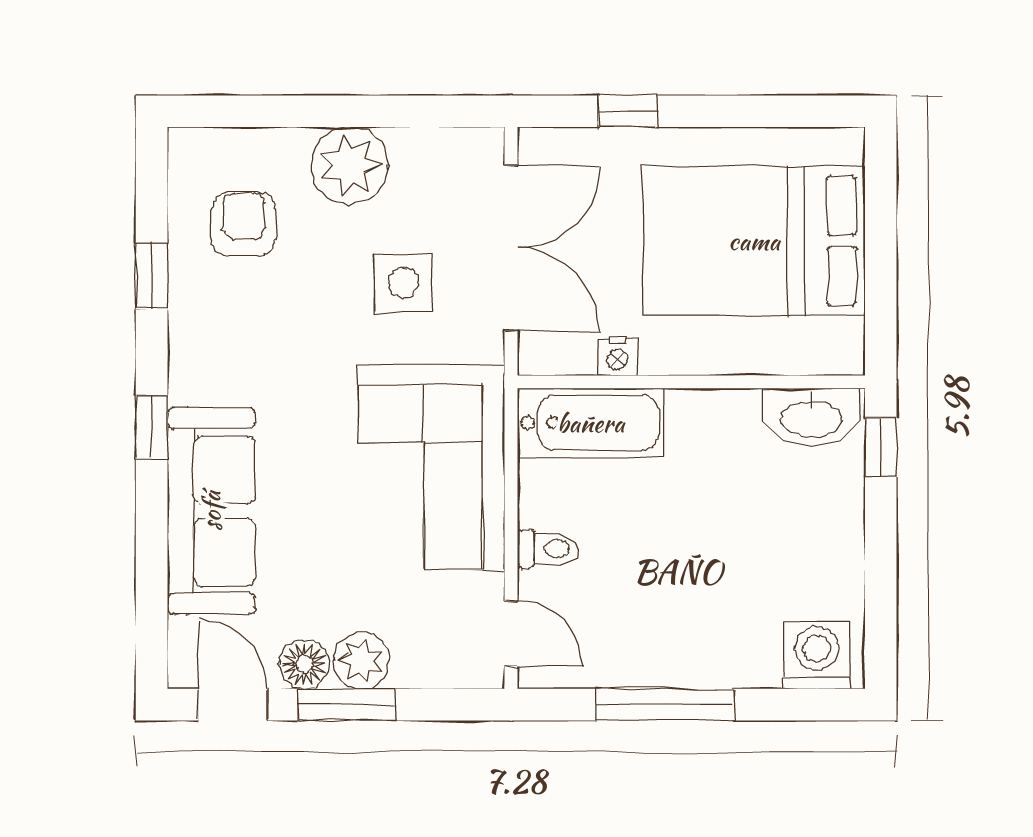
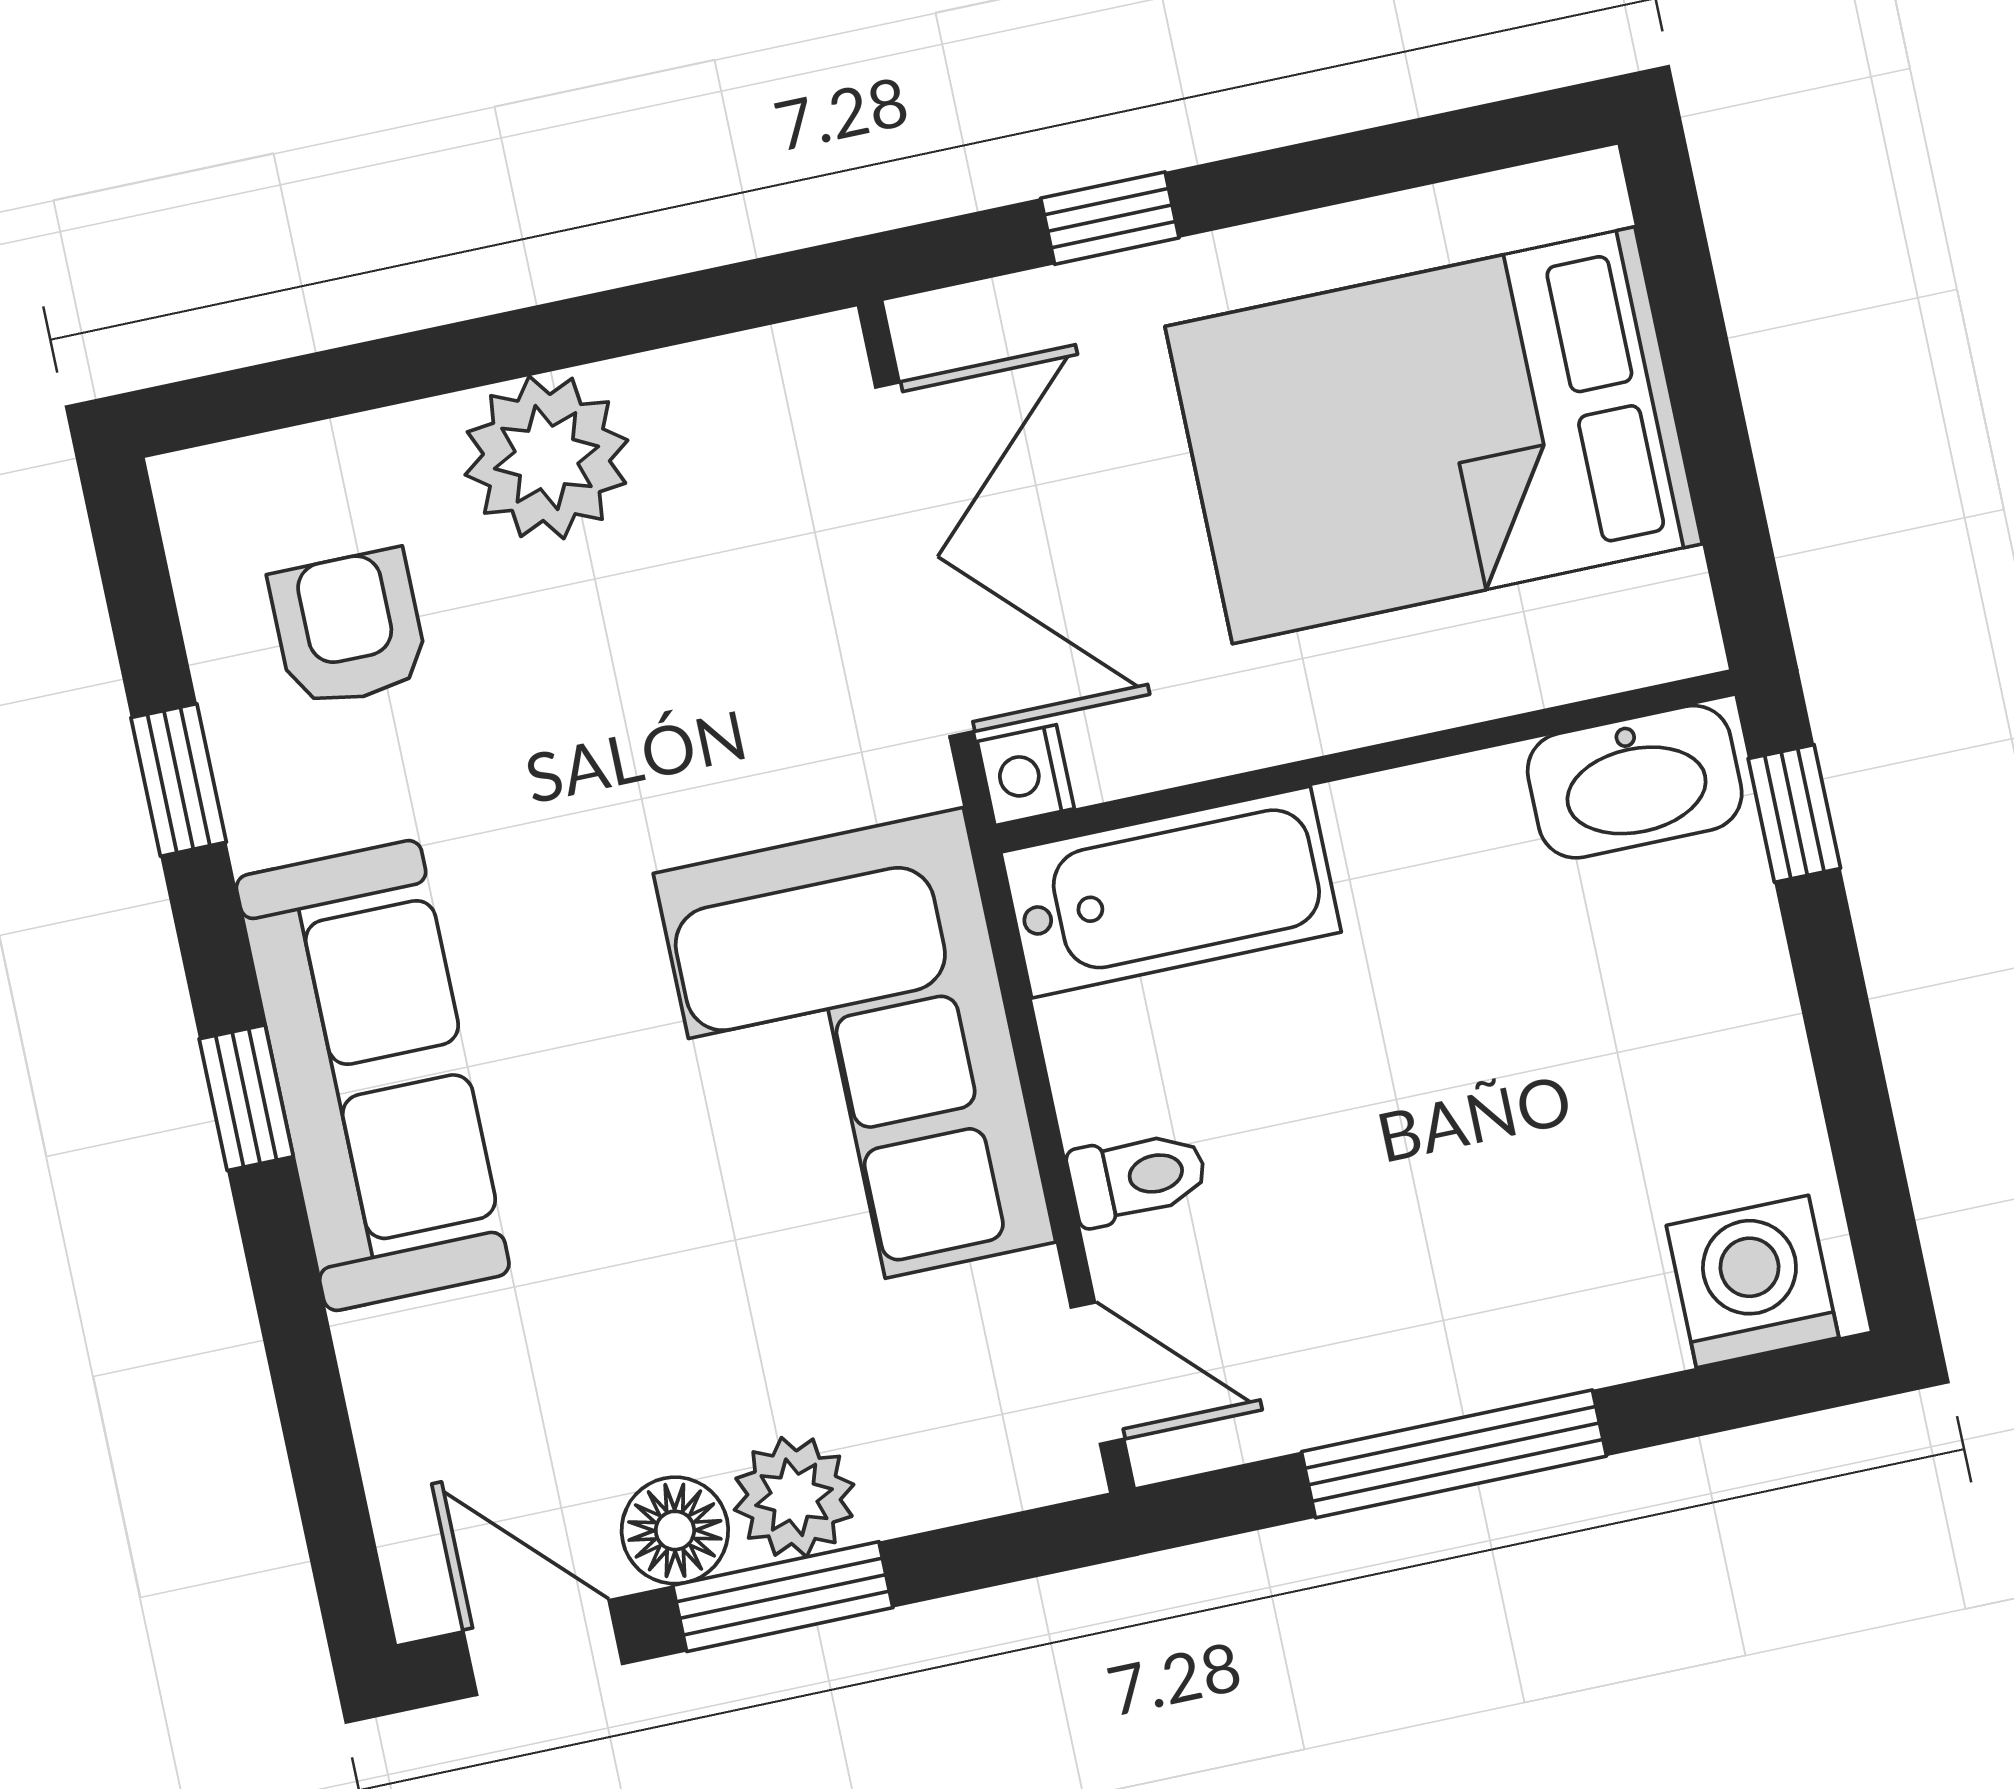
side table: (403, 283) -> (713, 681), removed
nightstand: (617, 357) -> (1026, 775), moved, turned 90
sofa: (211, 511) -> (373, 1075), moved

